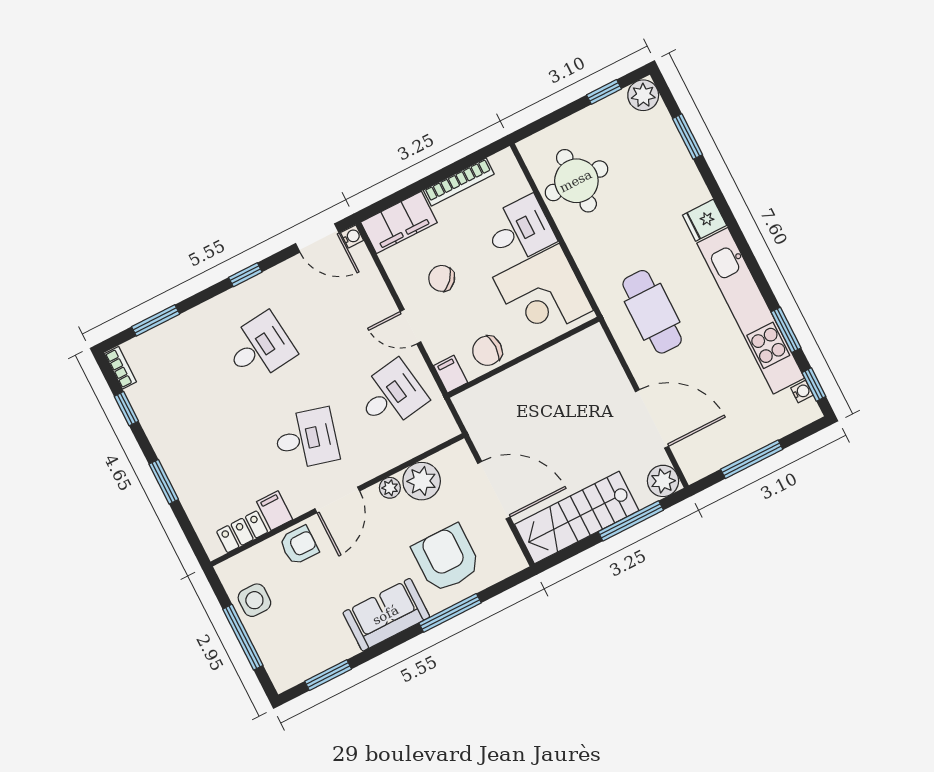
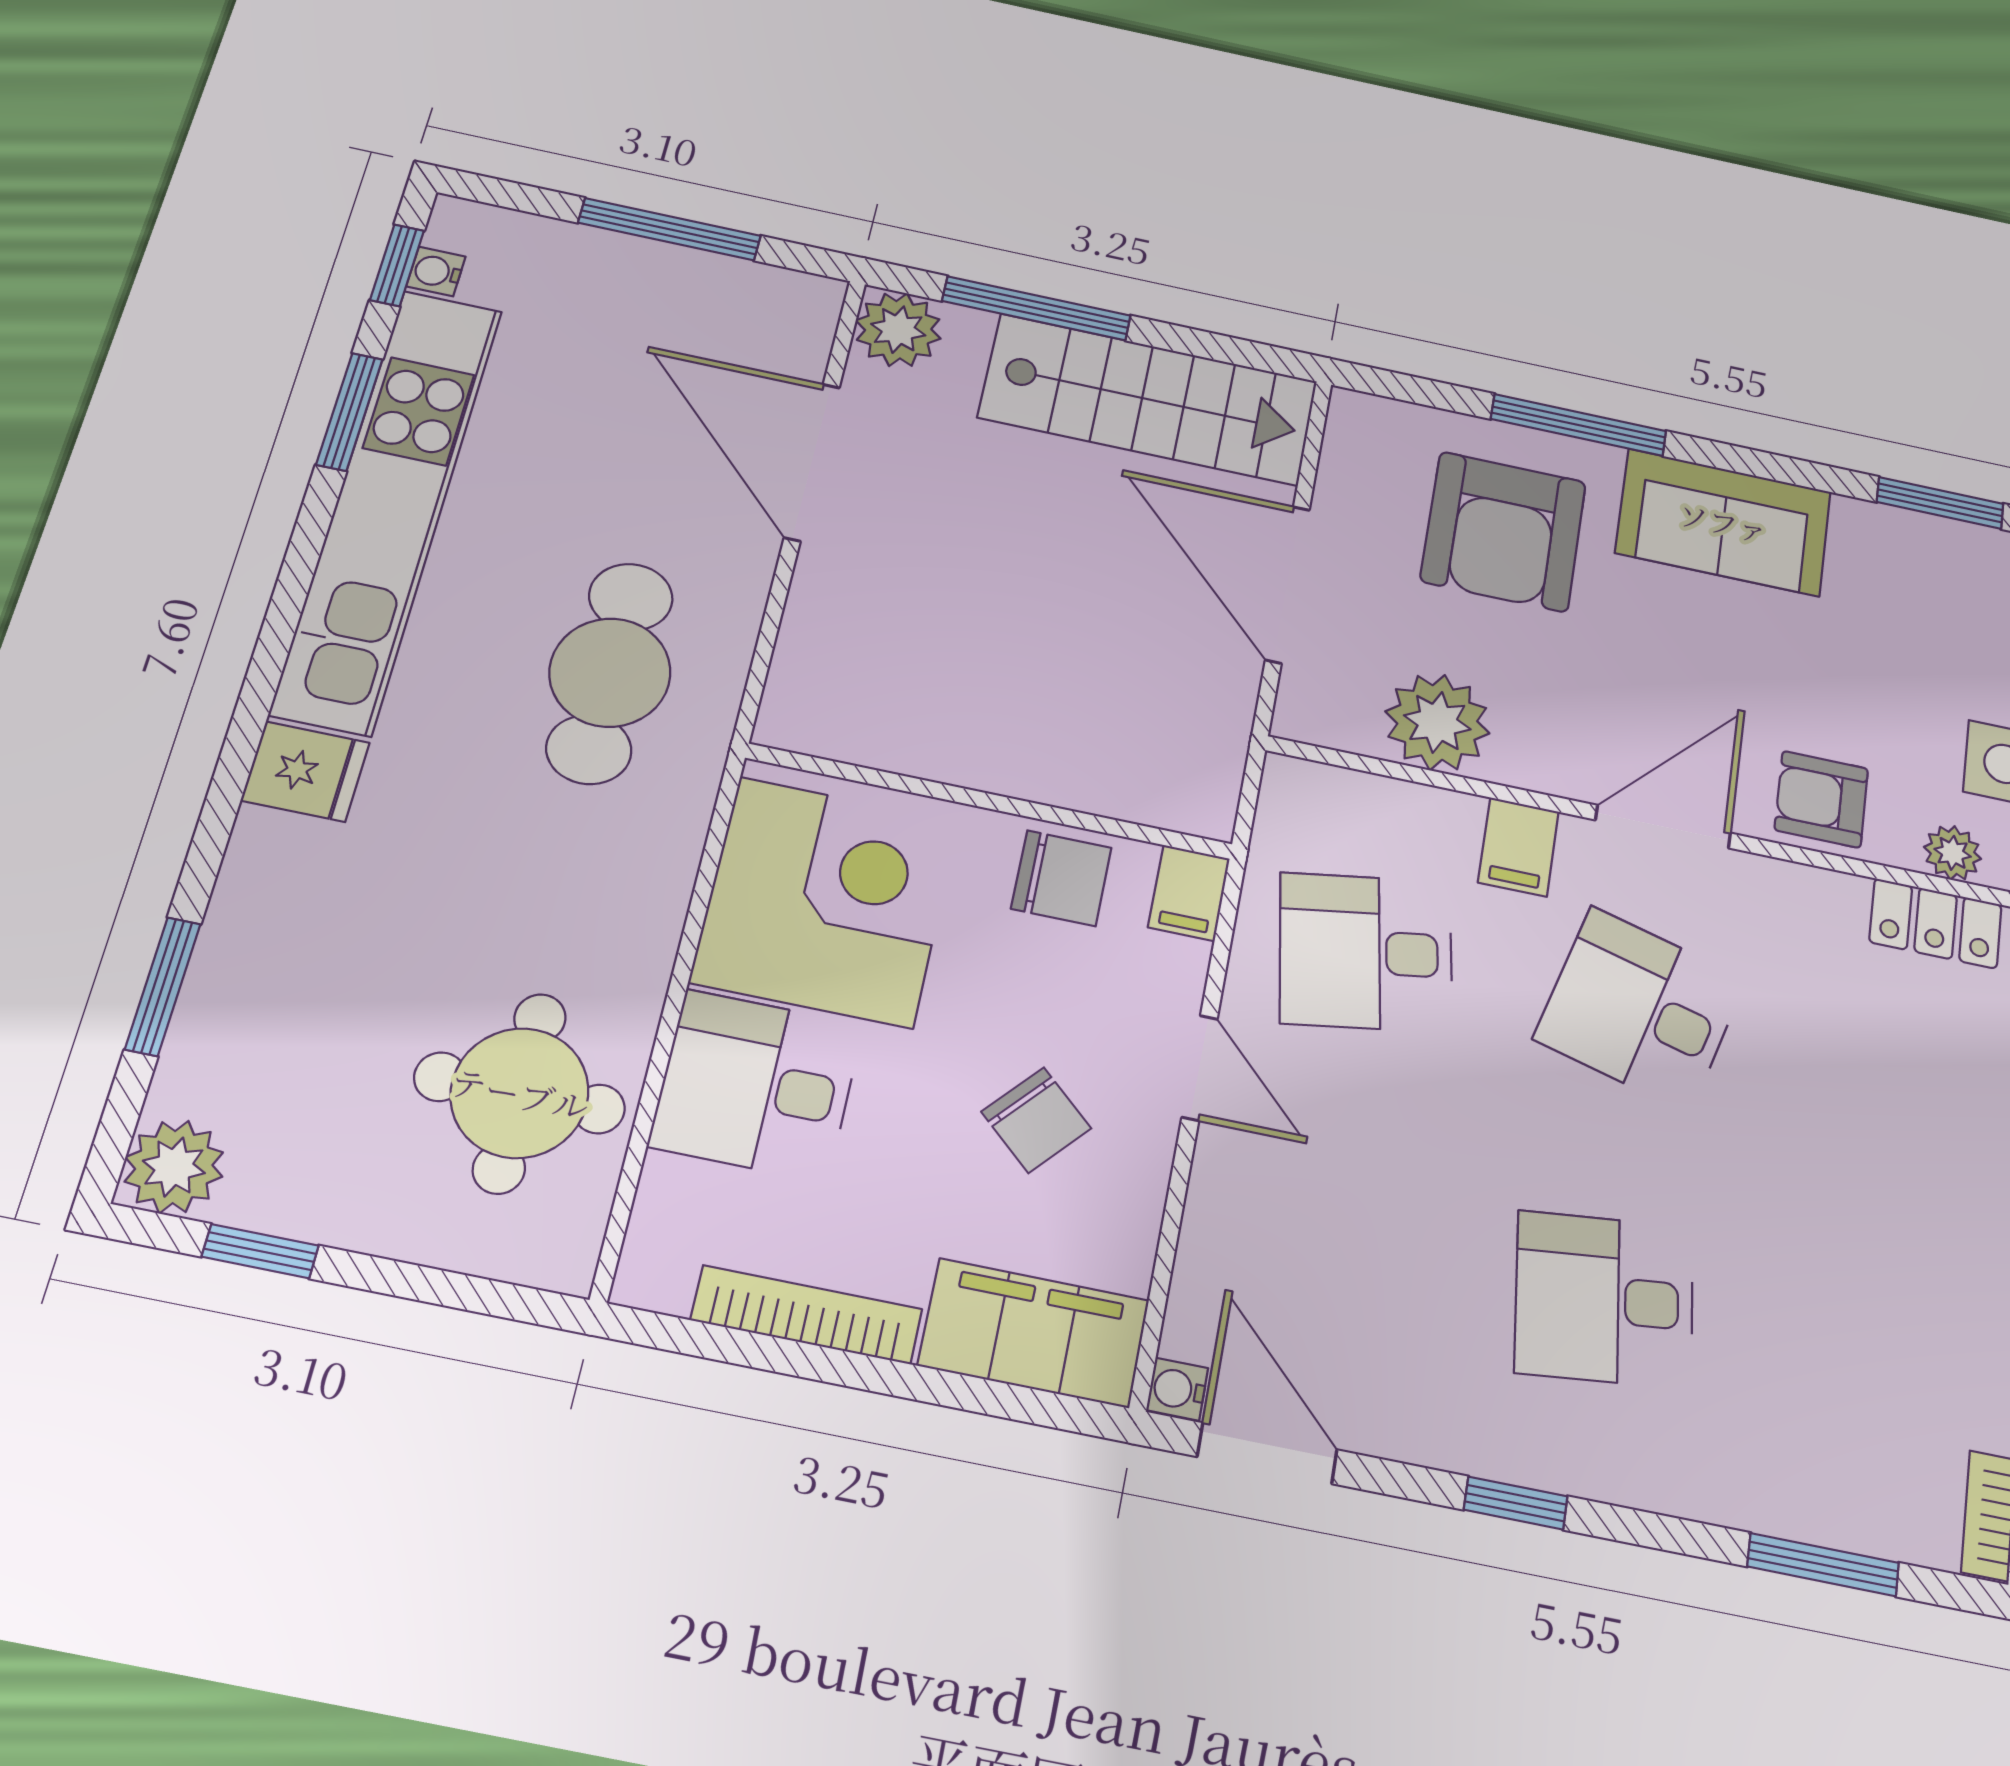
plant: (390, 488) -> (1953, 853), moved
filing cabinet: (275, 511) -> (1518, 847), moved

